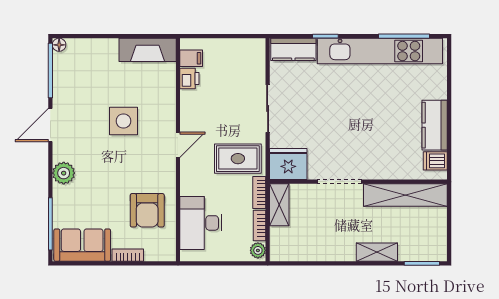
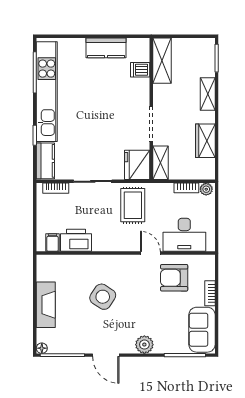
fireplace: (148, 50) -> (46, 305), moved
printer: (189, 79) -> (76, 240), width x1.87, depth x1.48
side table: (123, 121) -> (103, 297), turned 33
door: (178, 145) -> (150, 253), moved
dishwasher: (435, 161) -> (140, 70), moved, turned 90
bookcase: (259, 192) -> (56, 188), moved
shelving: (405, 195) -> (162, 61), width x0.68
shelving: (279, 205) -> (160, 163), moved, turned 90
armchair: (147, 210) -> (174, 278), turned 180
wardrobe: (318, 249) -> (205, 141), added

